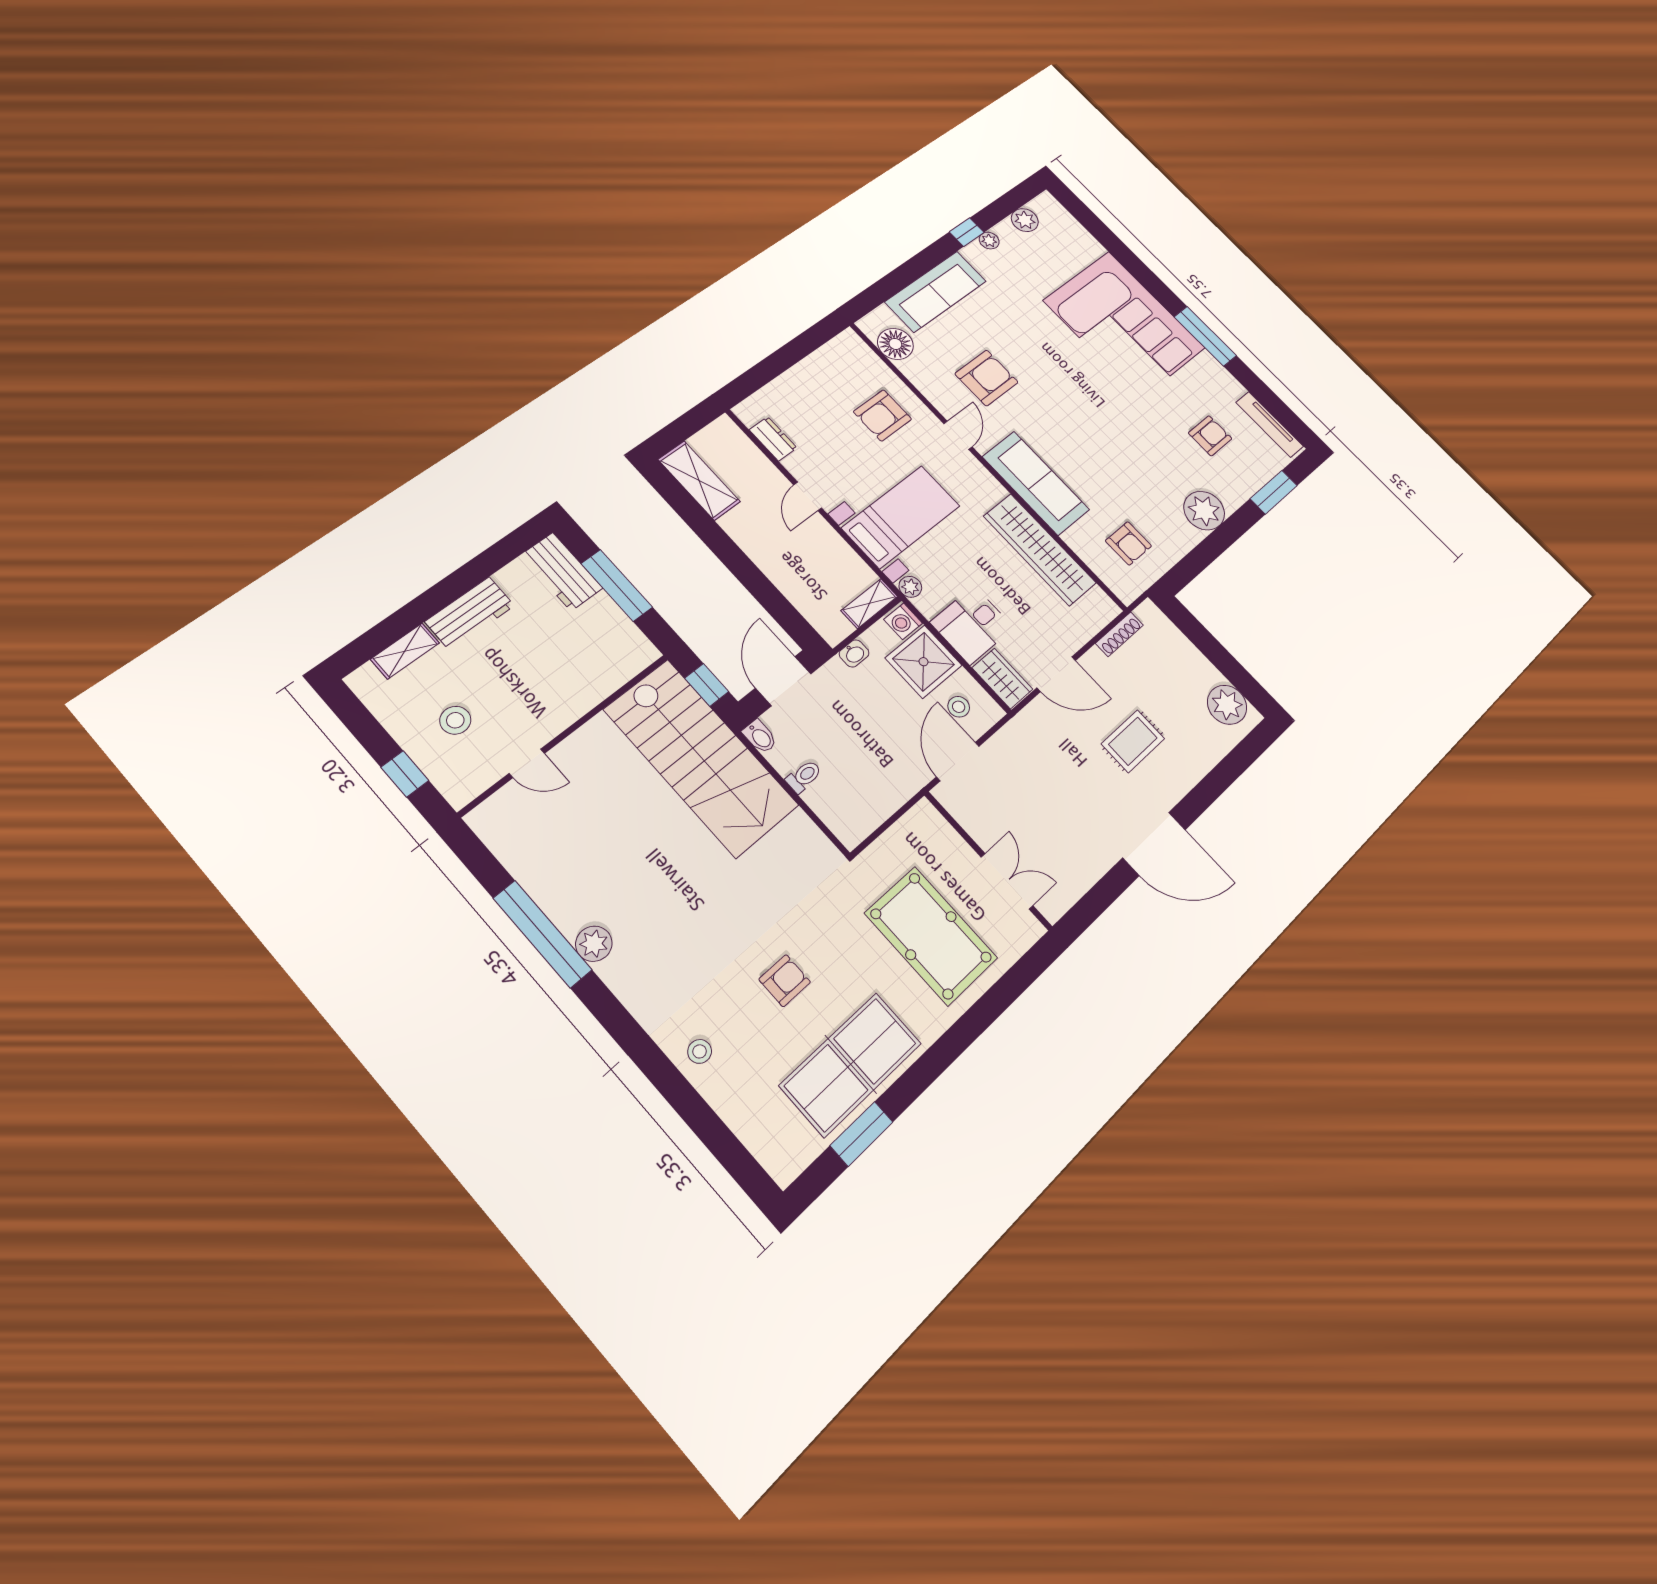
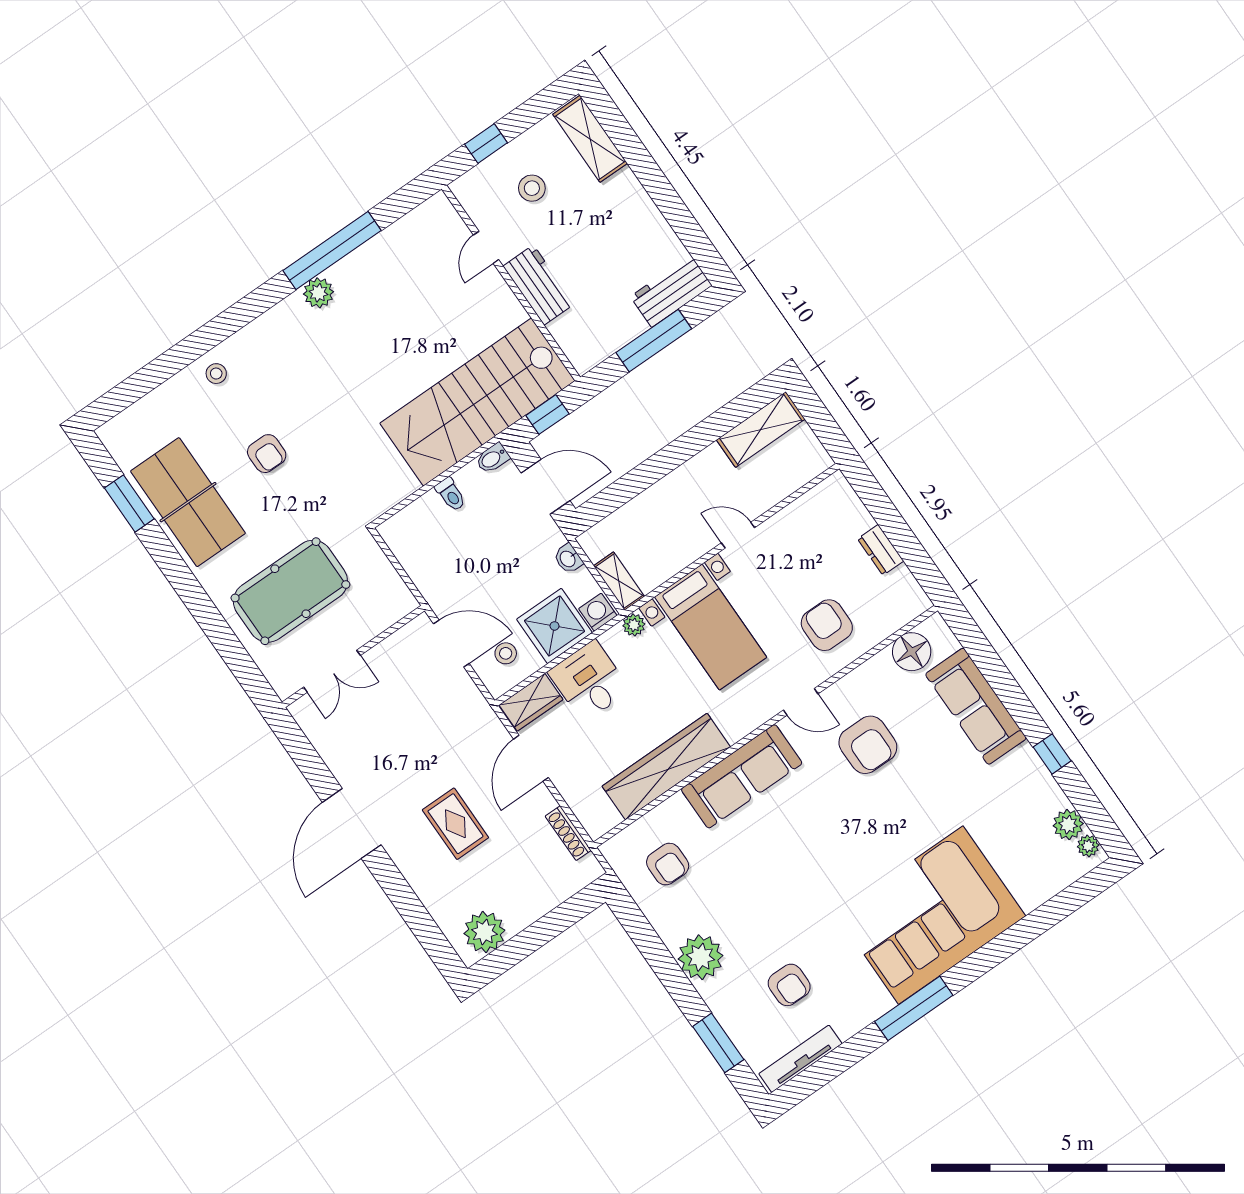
plant: (989, 241) -> (1088, 846), moved
dresser: (773, 439) -> (881, 550), moved, turned 90
armchair: (1128, 543) -> (668, 864), turned -90
workbench: (470, 614) -> (539, 285), moved, turned 180
shelving: (405, 651) -> (590, 139), width x1.50, depth x1.33

